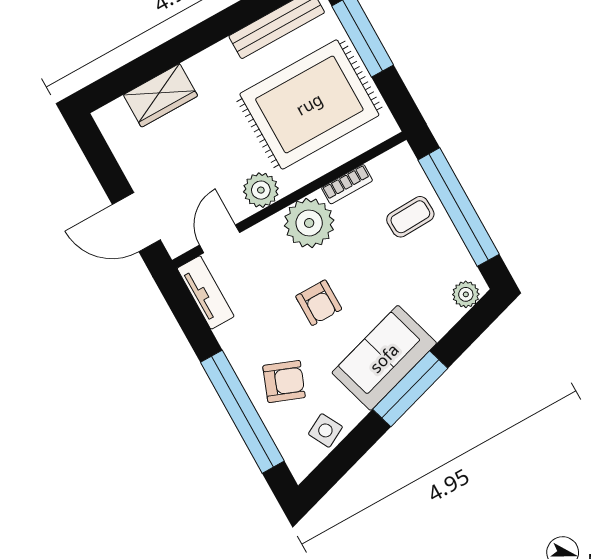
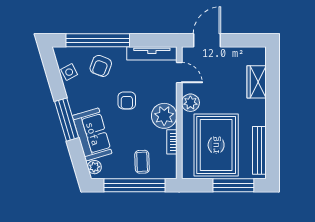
tv unit: (206, 292) -> (152, 53), width x1.41
armchair: (319, 303) -> (127, 100), turned -90
sofa: (384, 358) -> (92, 134), moved

